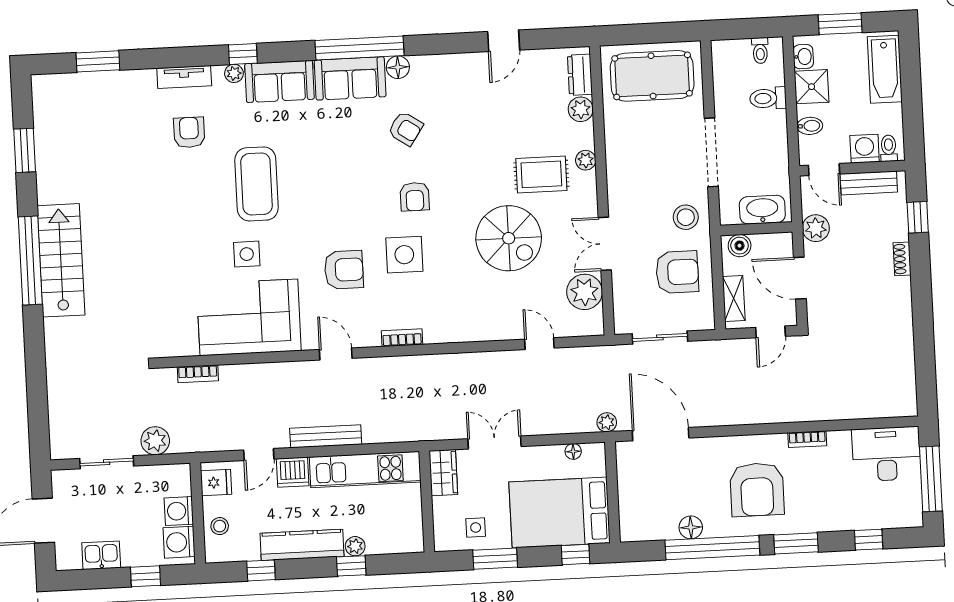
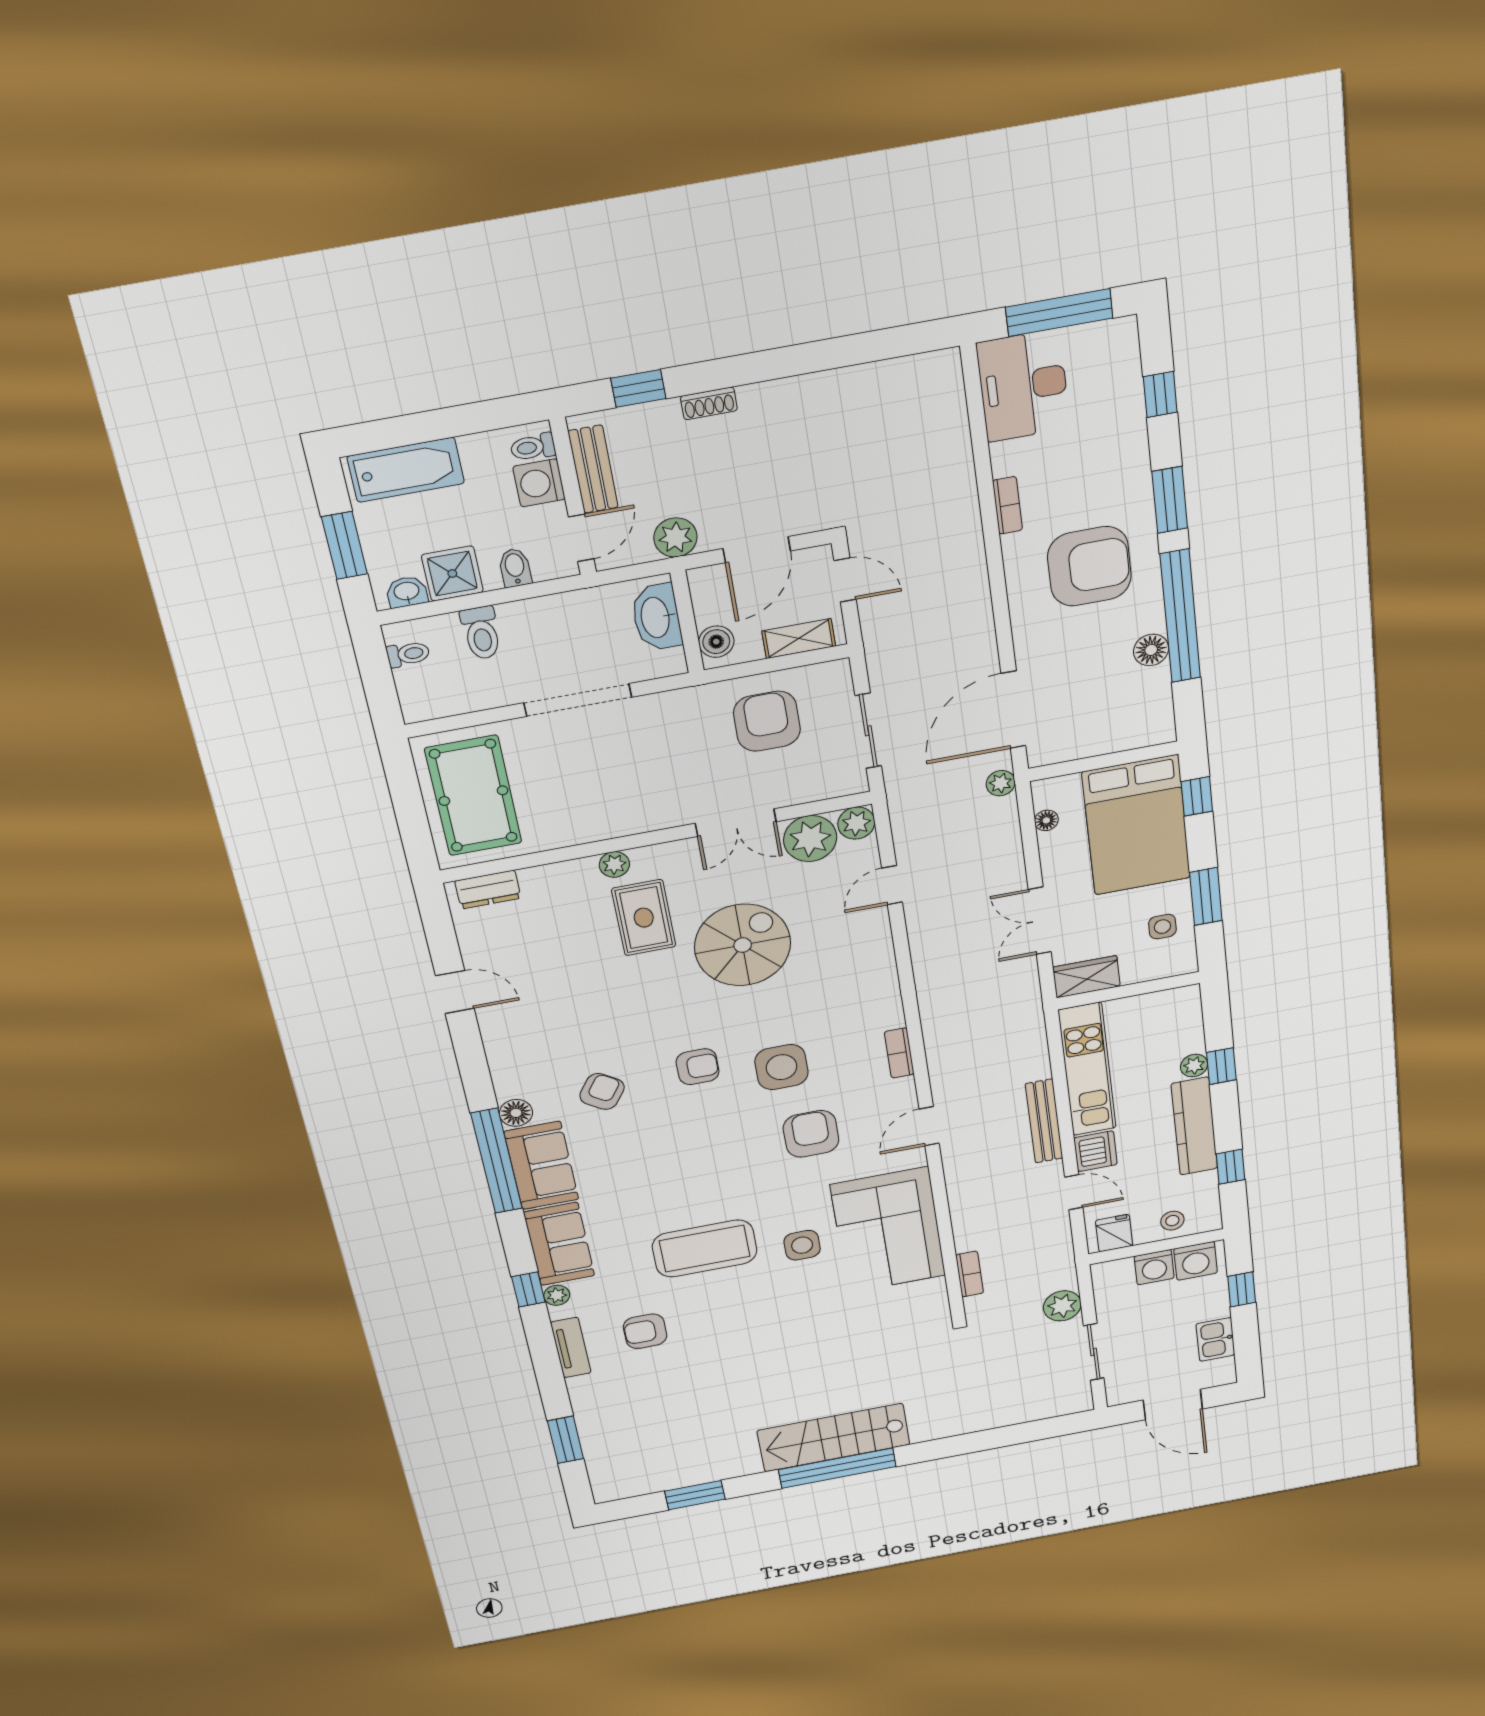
plant: (581, 109) -> (856, 823), moved
stool: (686, 217) -> (682, 721), removed

